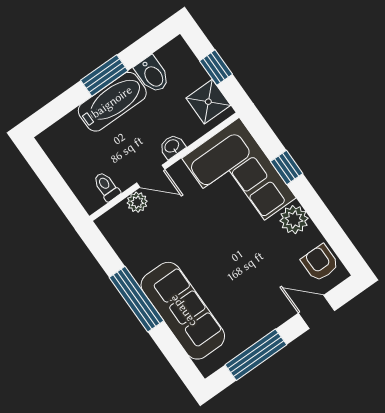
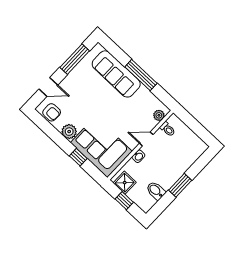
bathtub: (112, 102) -> (173, 173), removed
plant: (137, 202) -> (159, 115), moved

